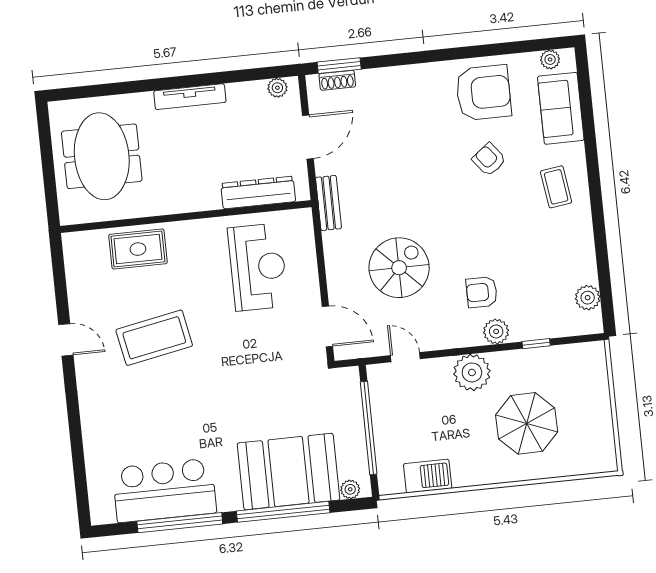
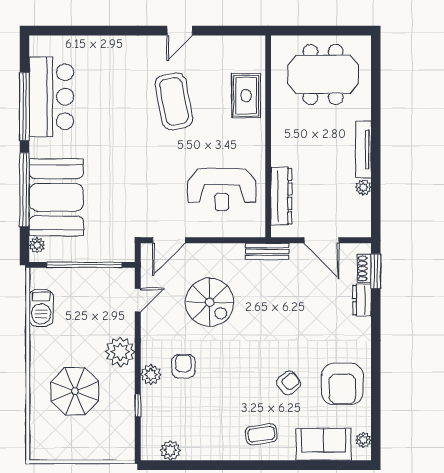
dresser: (377, 79) -> (362, 300), added
plant: (277, 88) -> (363, 187), moved

